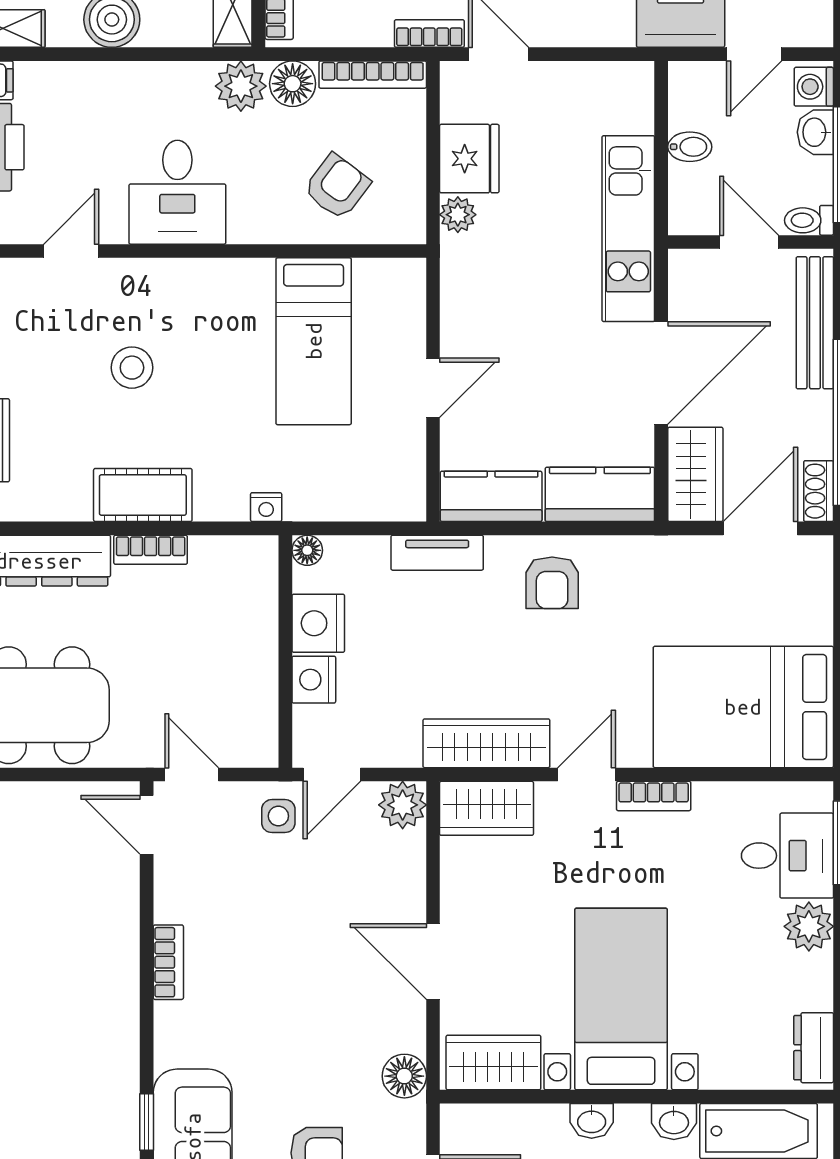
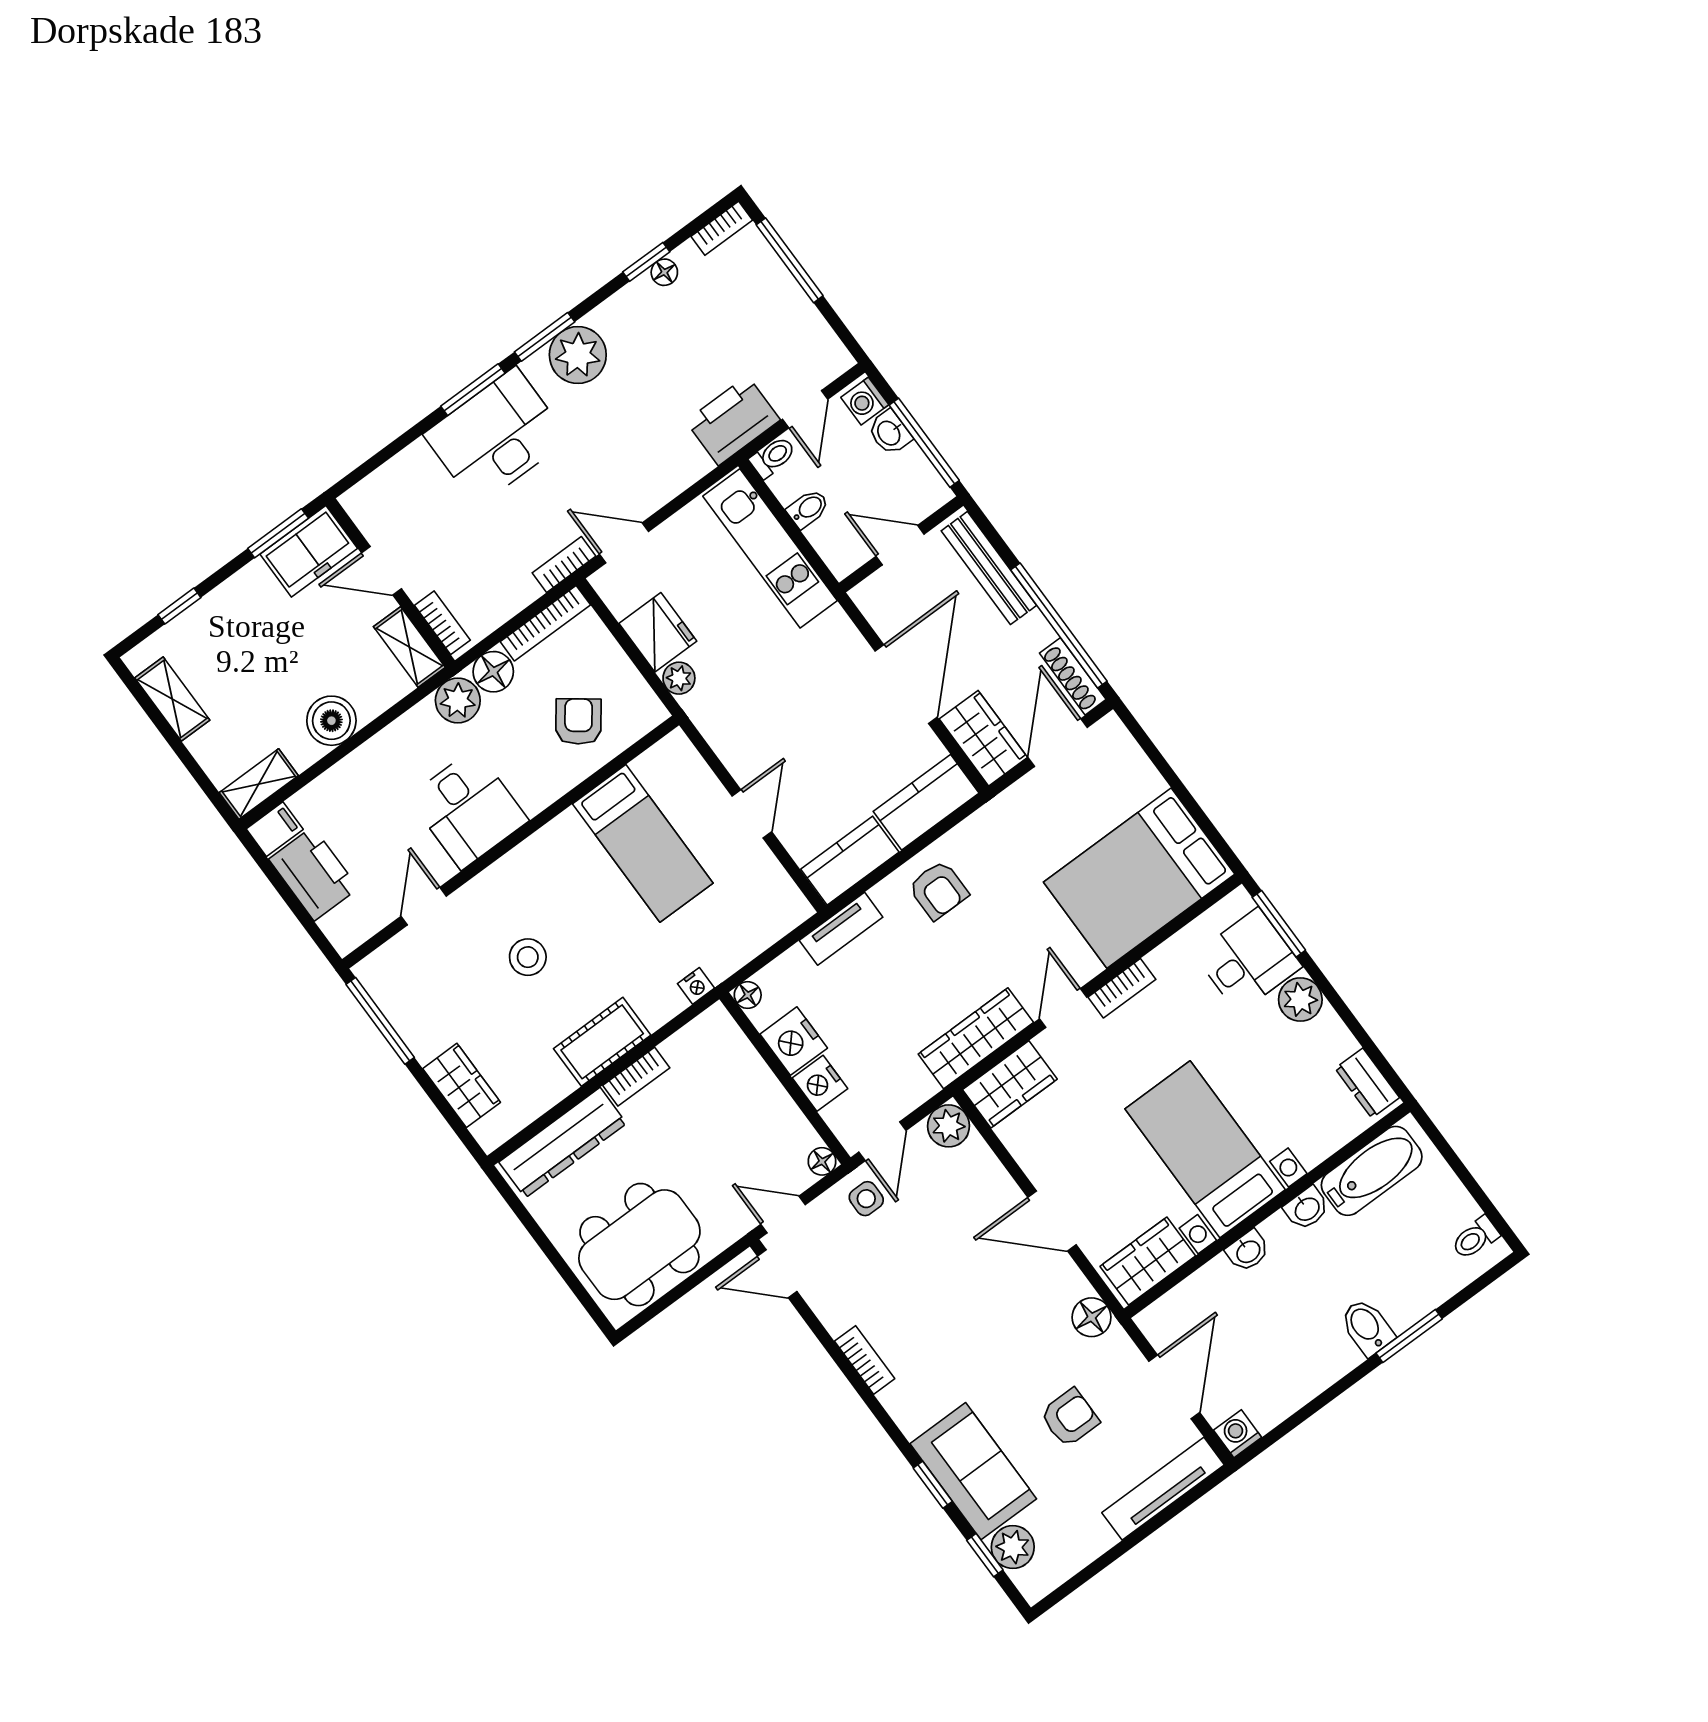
toilet: (809, 220) -> (773, 457), moved, turned 180
kitchen unit: (628, 229) -> (770, 548), moved
shoe rack: (819, 491) -> (1073, 676), width x1.43
floor lamp: (263, 752) -> (822, 1161), added

